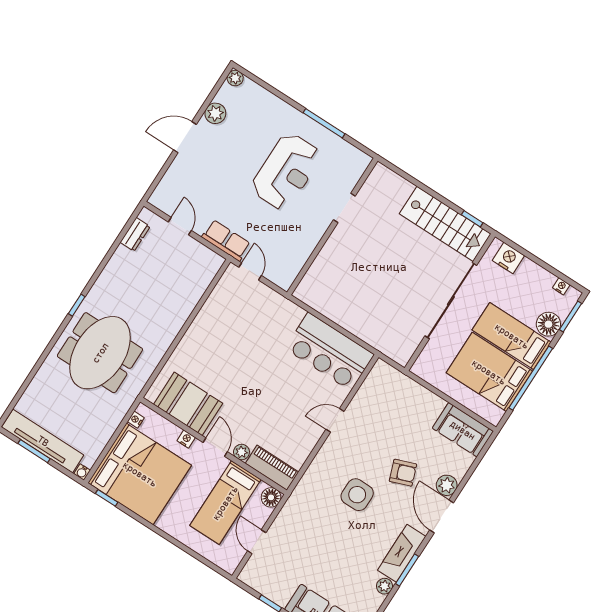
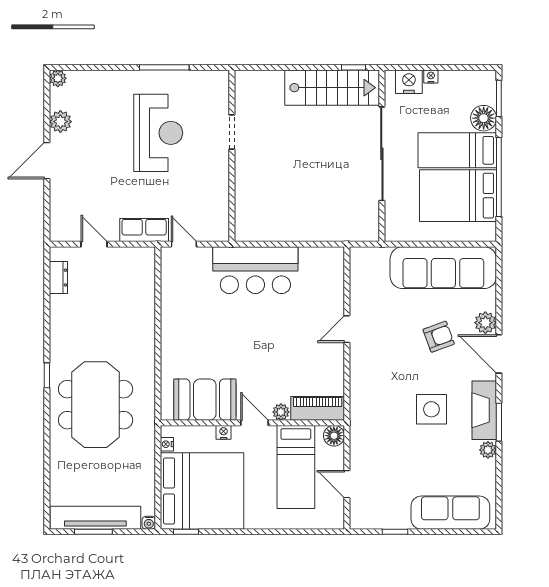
nightstand: (561, 286) -> (431, 77), moved
bar counter: (330, 352) -> (255, 270), moved
sofa: (463, 430) -> (443, 268), width x1.85, depth x1.27
side table: (357, 495) -> (431, 409), moved

